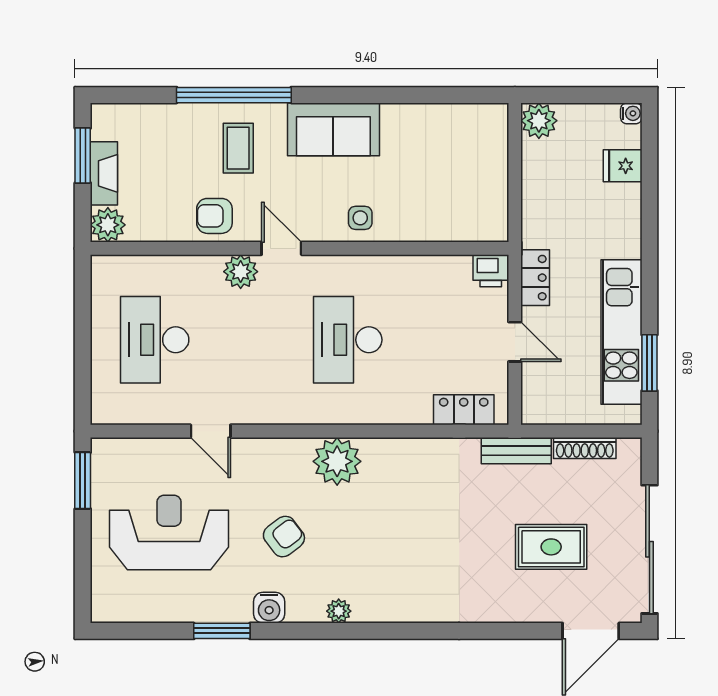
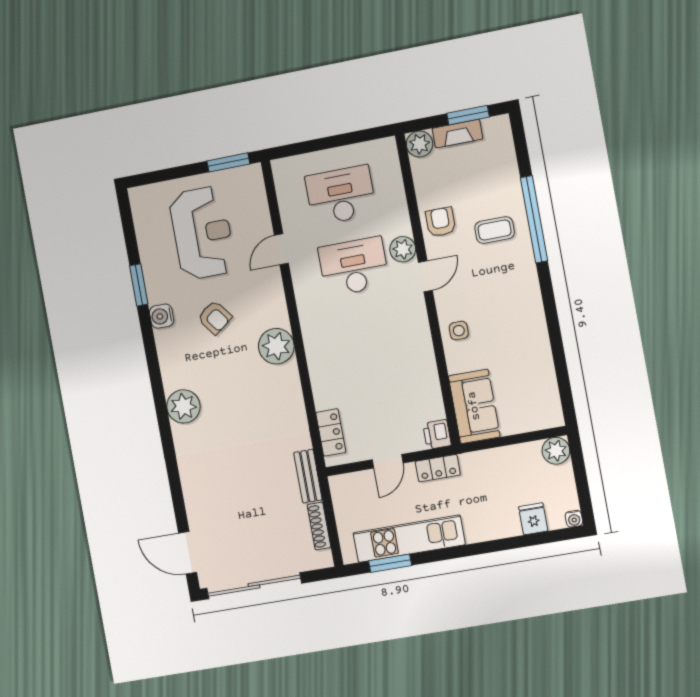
sofa: (333, 129) -> (474, 406), moved, turned 180
desk: (348, 340) -> (354, 267), moved
rug: (551, 547) -> (243, 514), removed
plant: (339, 611) -> (183, 406), moved, width x1.87, depth x1.87

